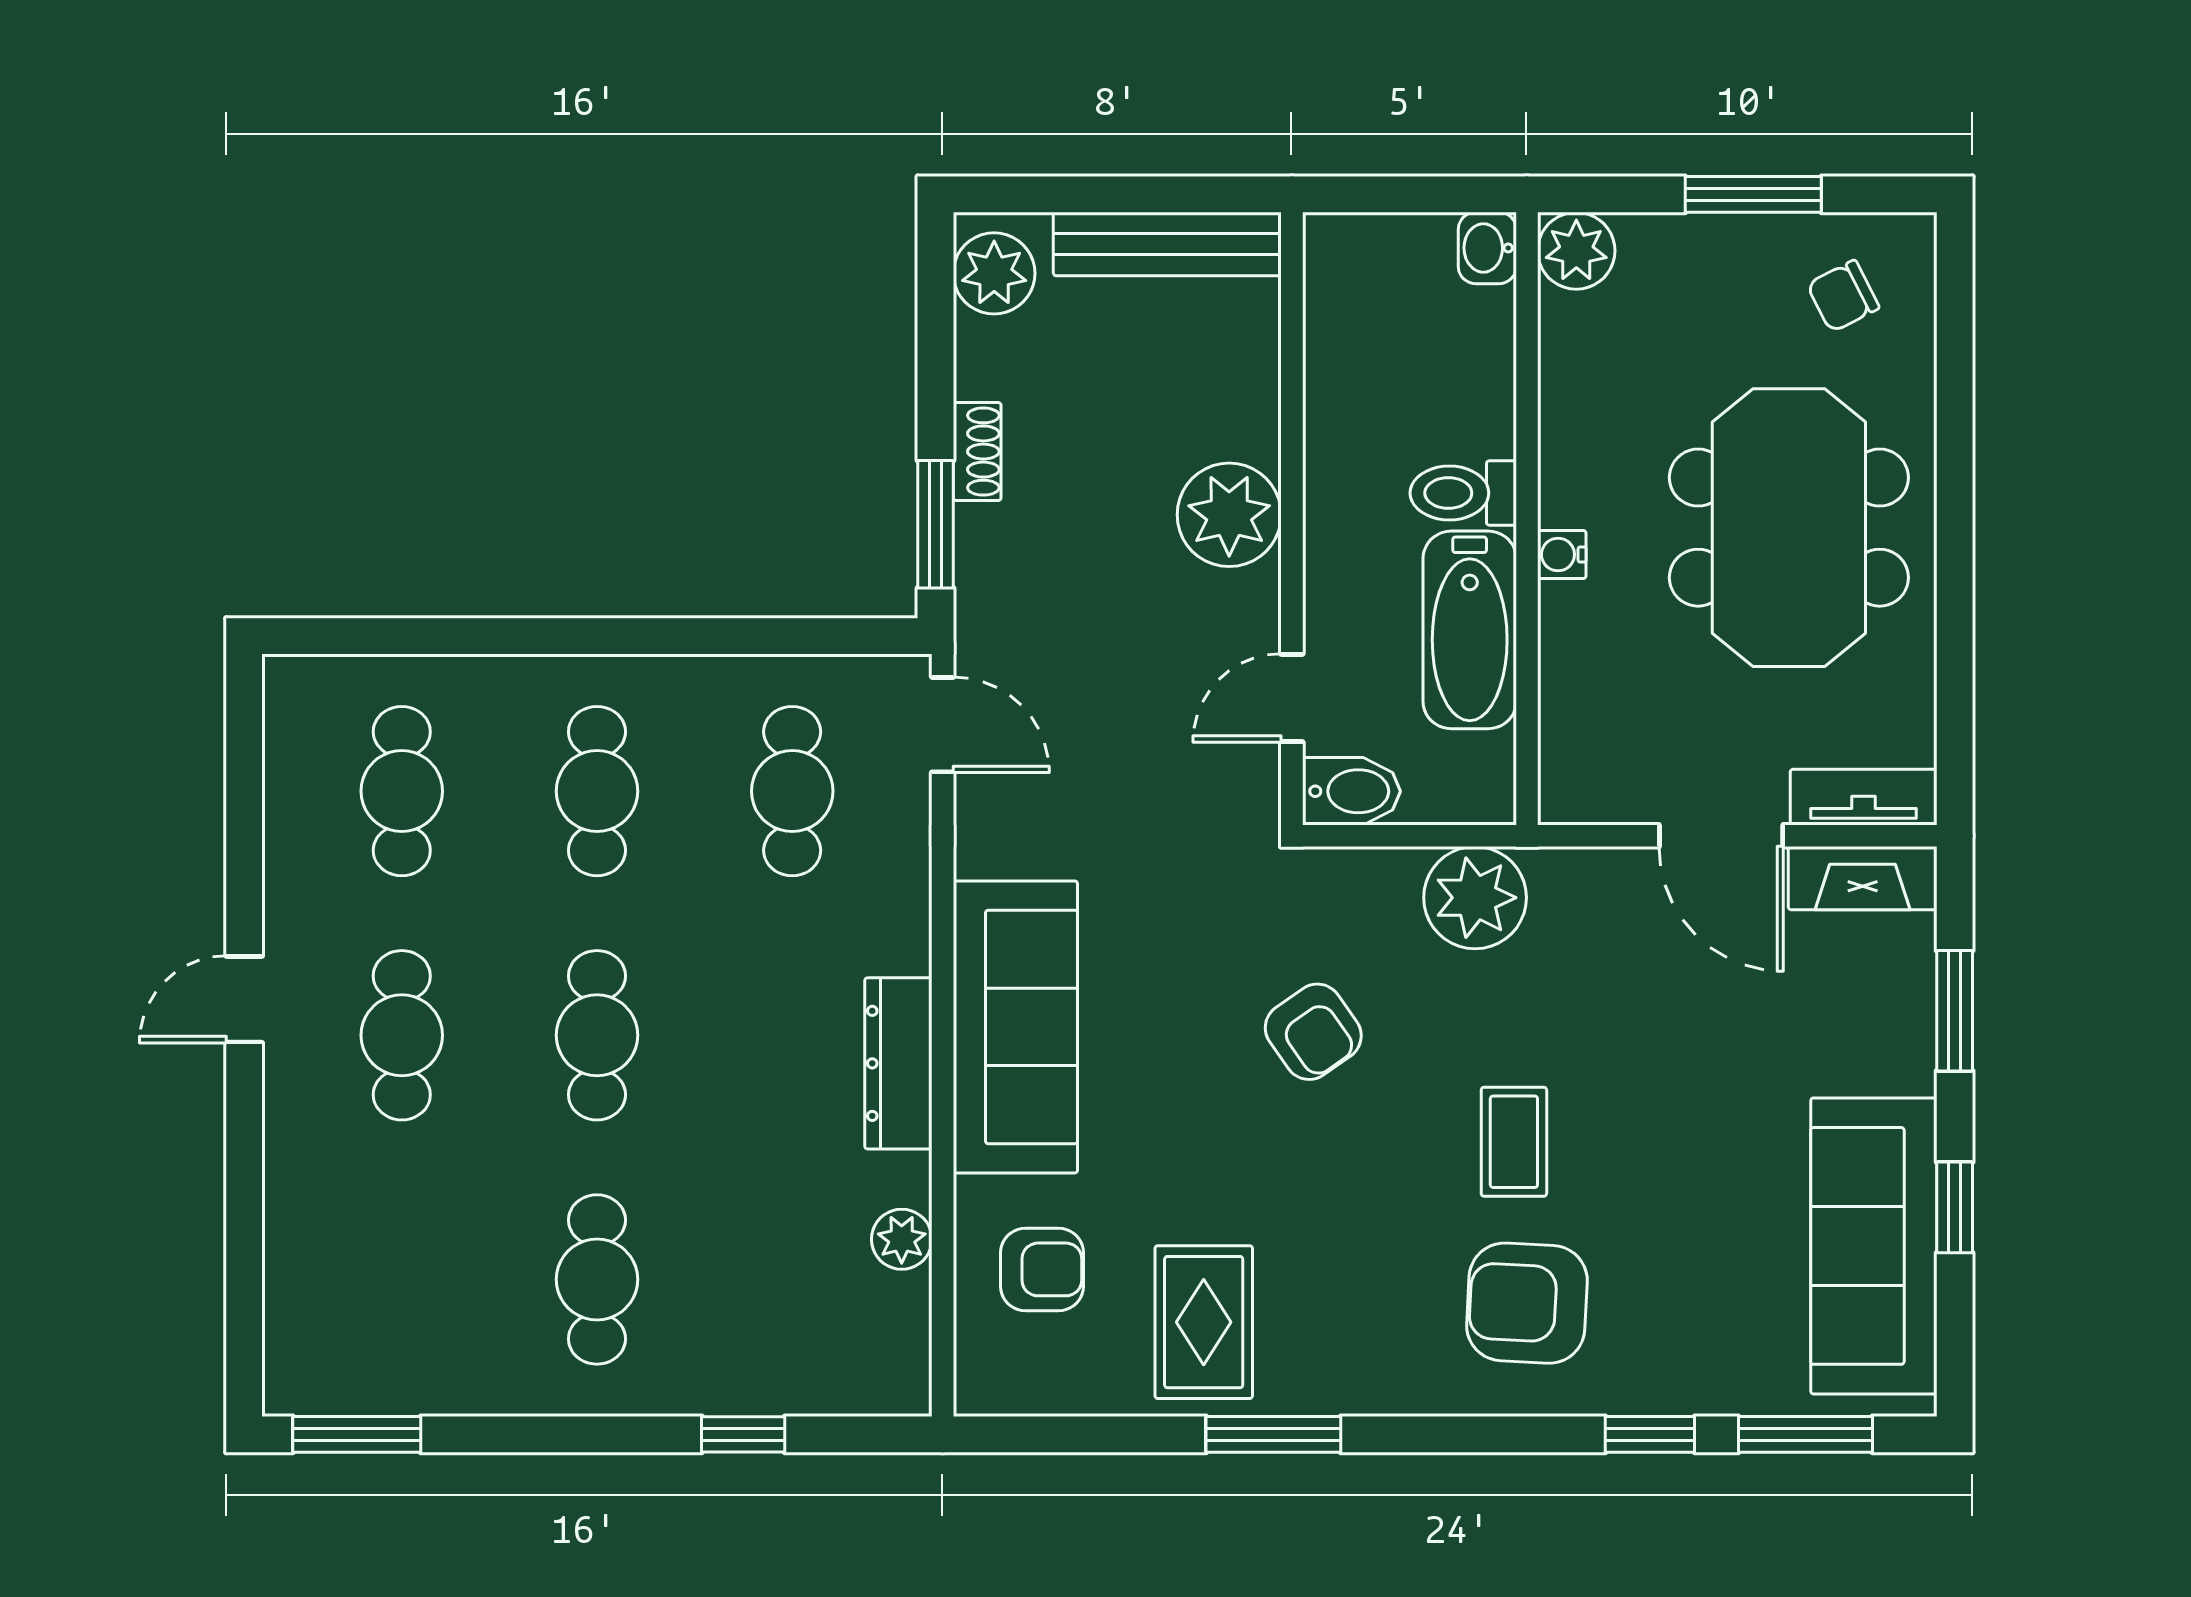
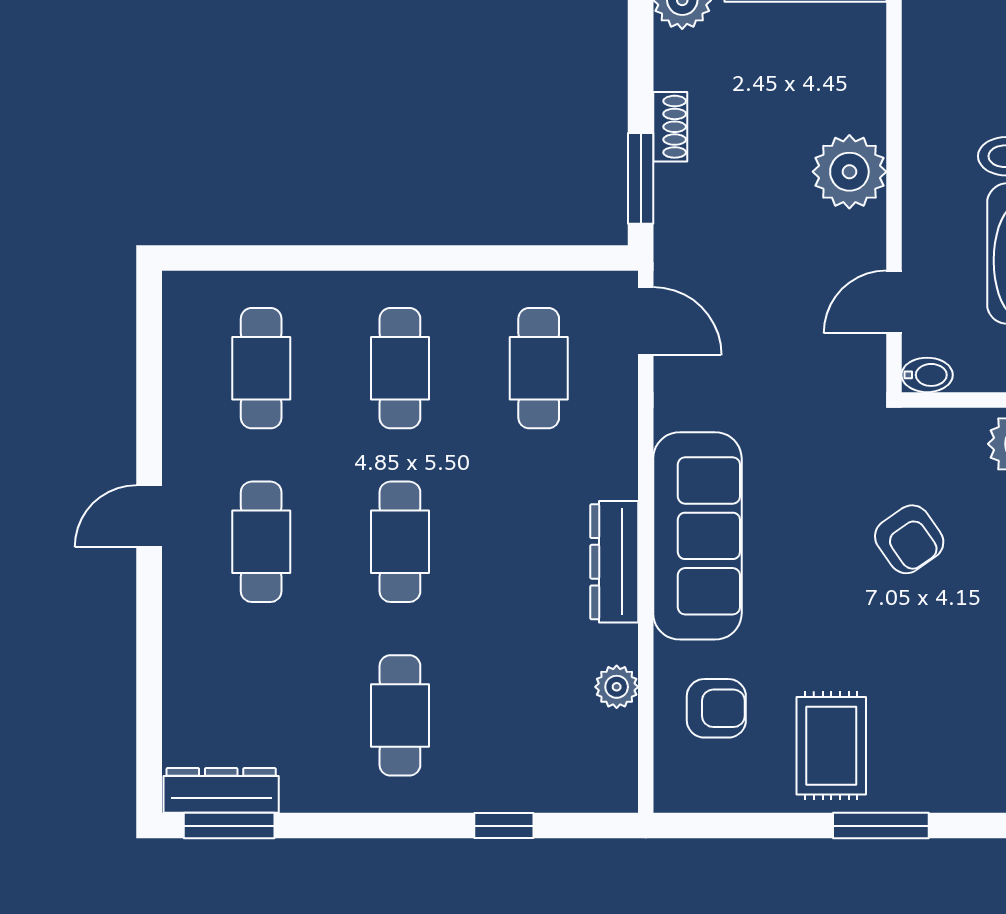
bidet: (1351, 791) -> (927, 375), width x0.72, depth x0.74
dresser: (346, 1385) -> (221, 790), added

